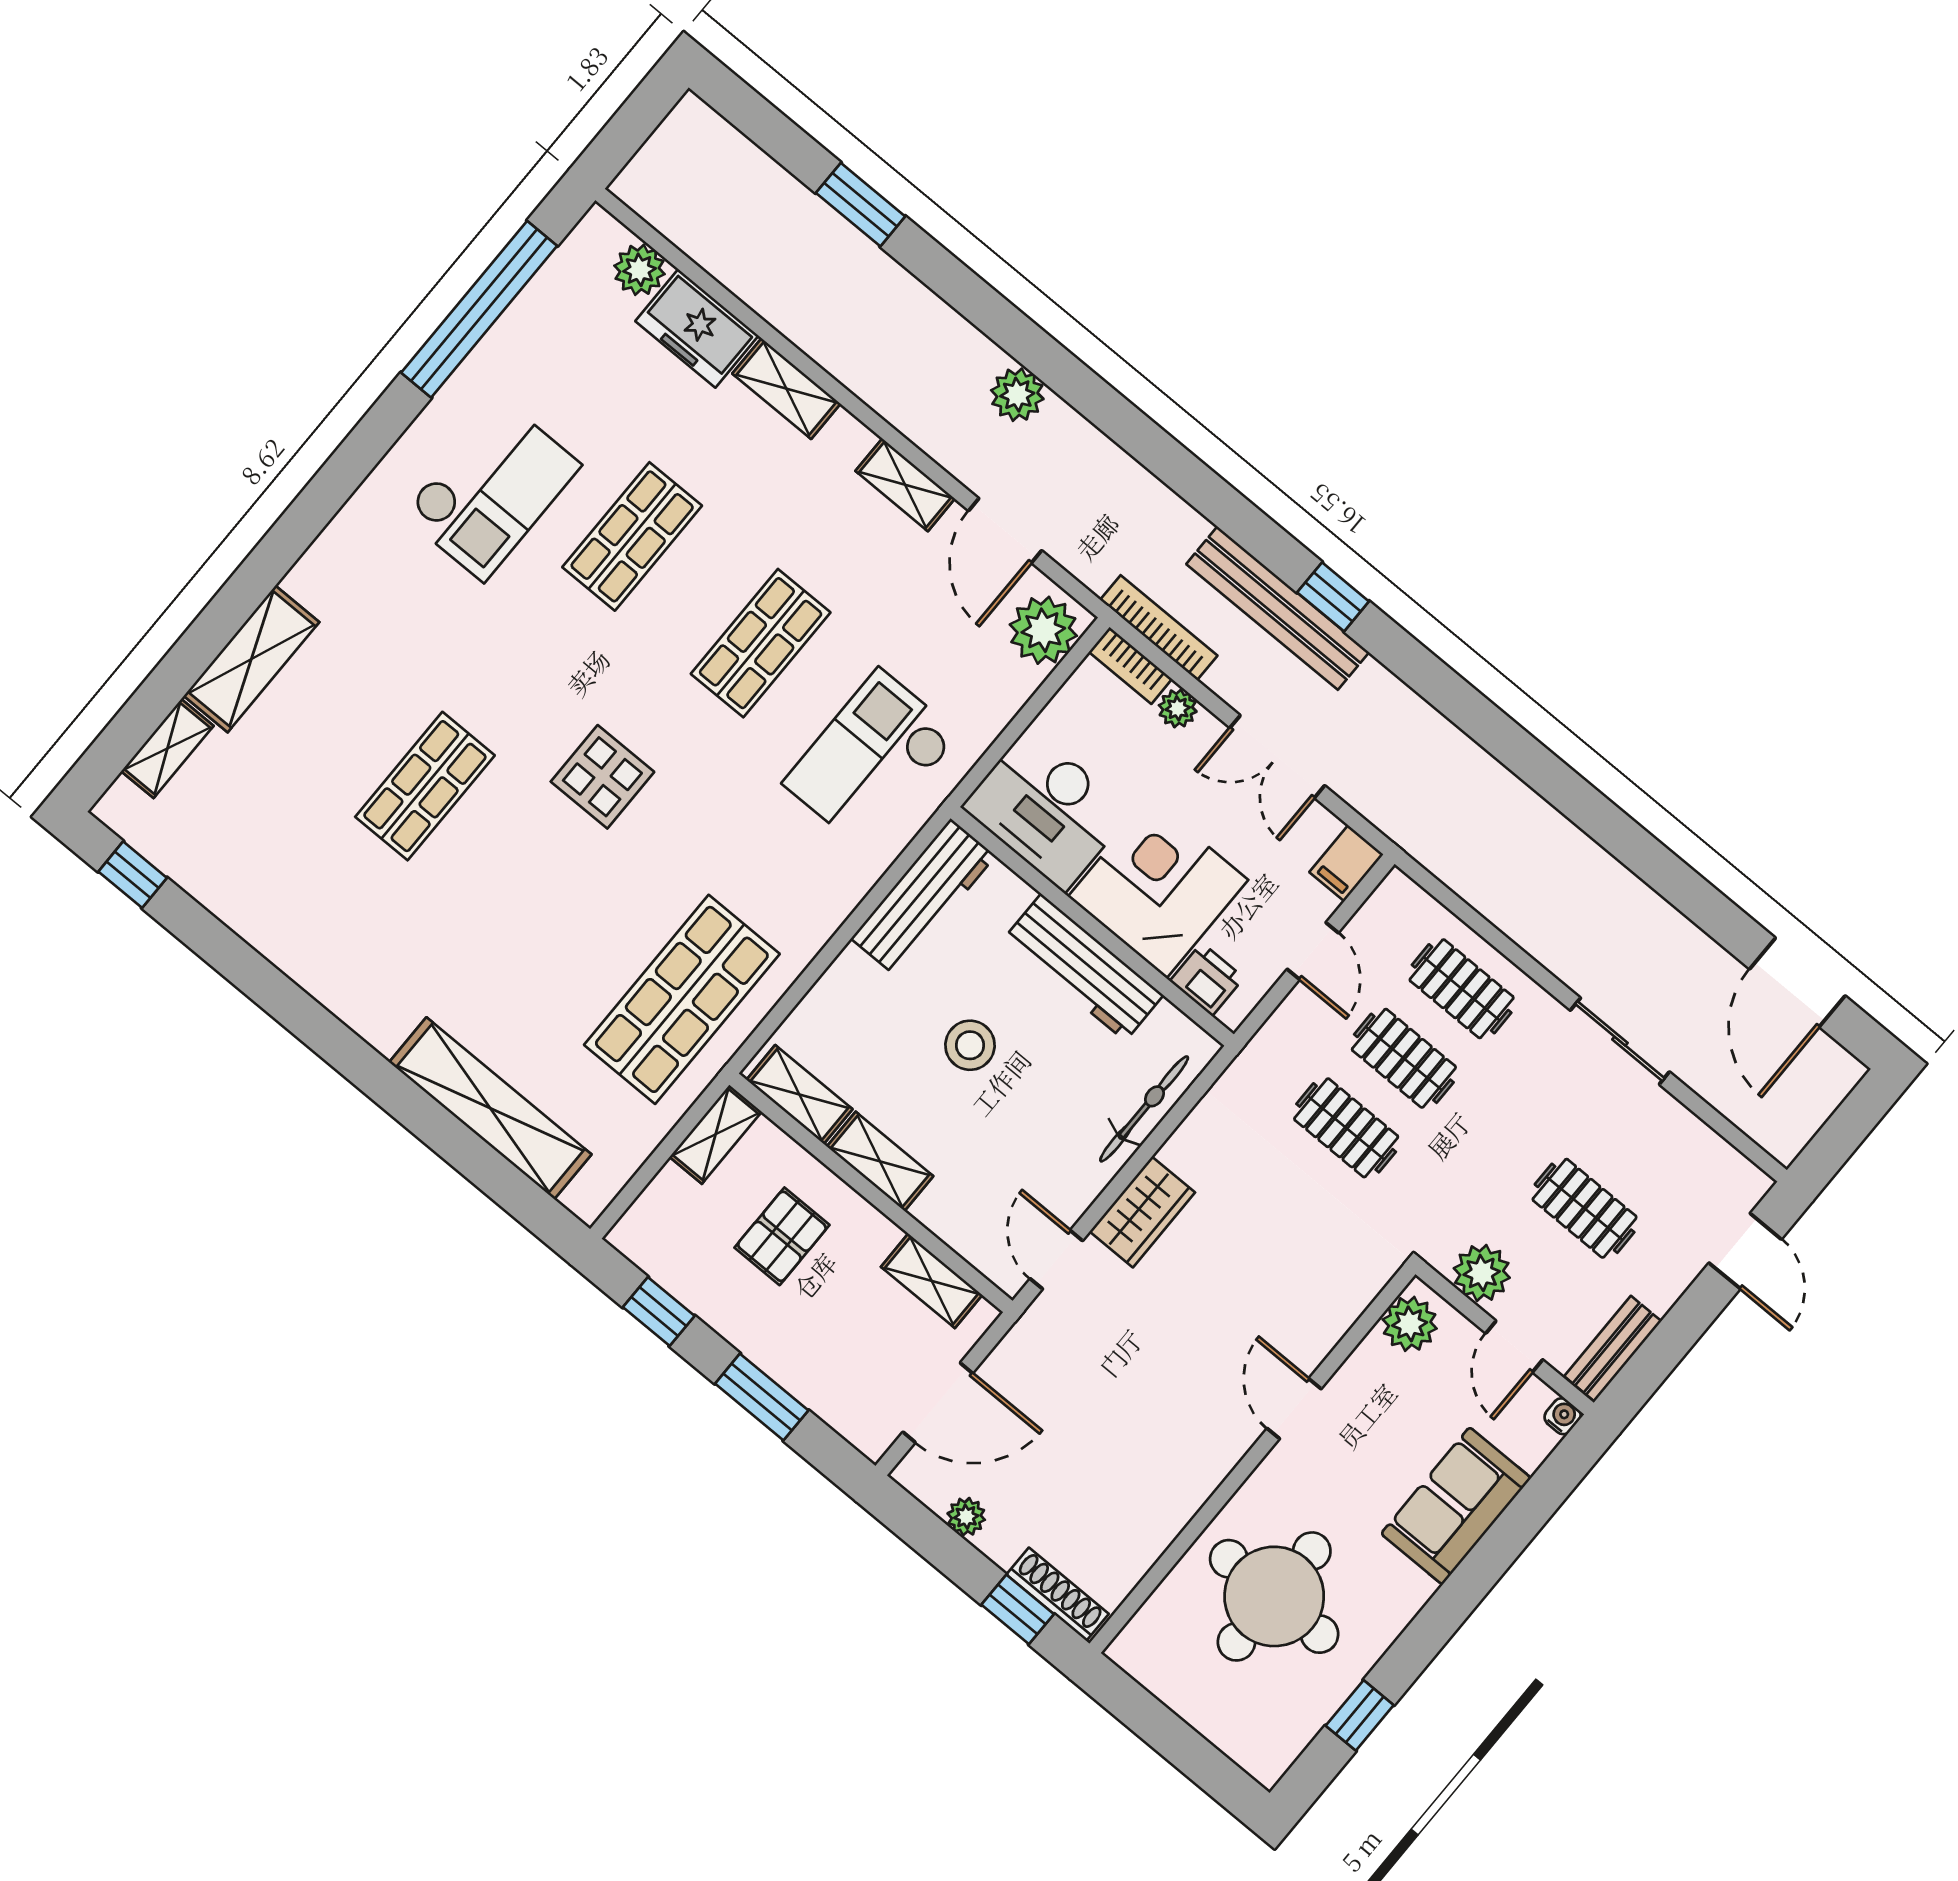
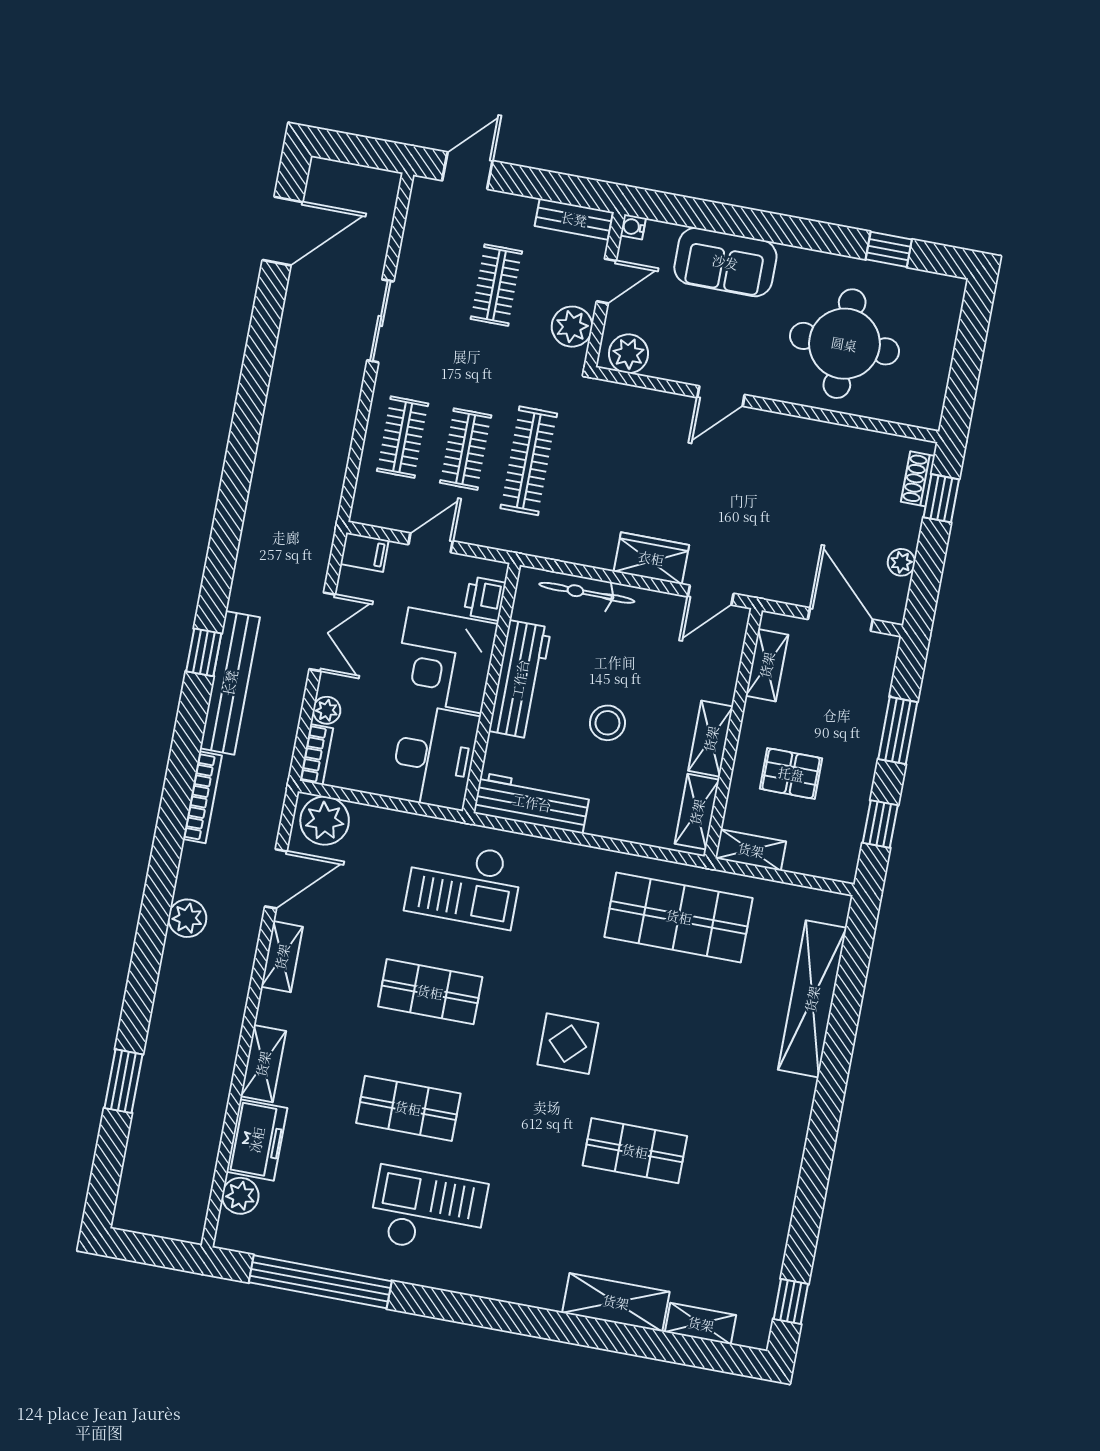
bookcase: (1159, 628) -> (202, 797), moved, turned 180
clothes rail: (1346, 1128) -> (529, 461), width x1.36
shoe rack: (1057, 1594) -> (918, 479), width x0.70

